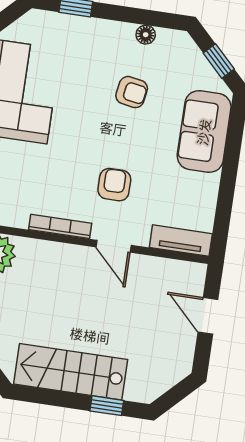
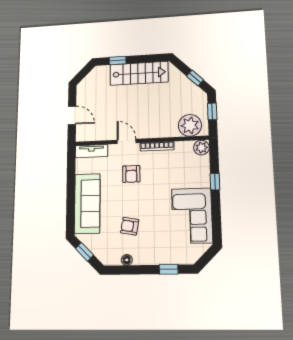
sofa: (204, 132) -> (87, 203), width x1.36

